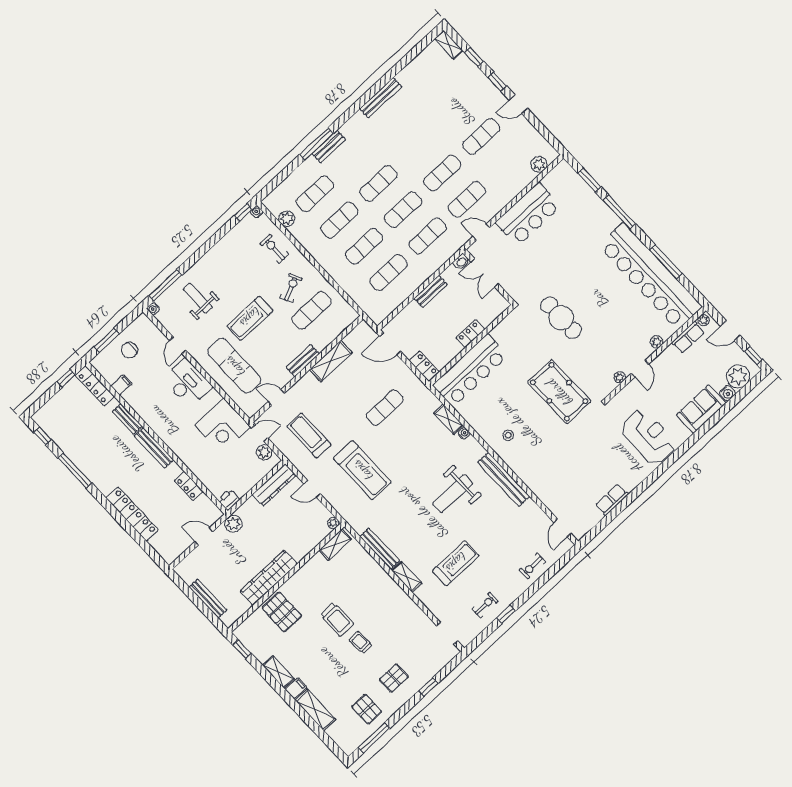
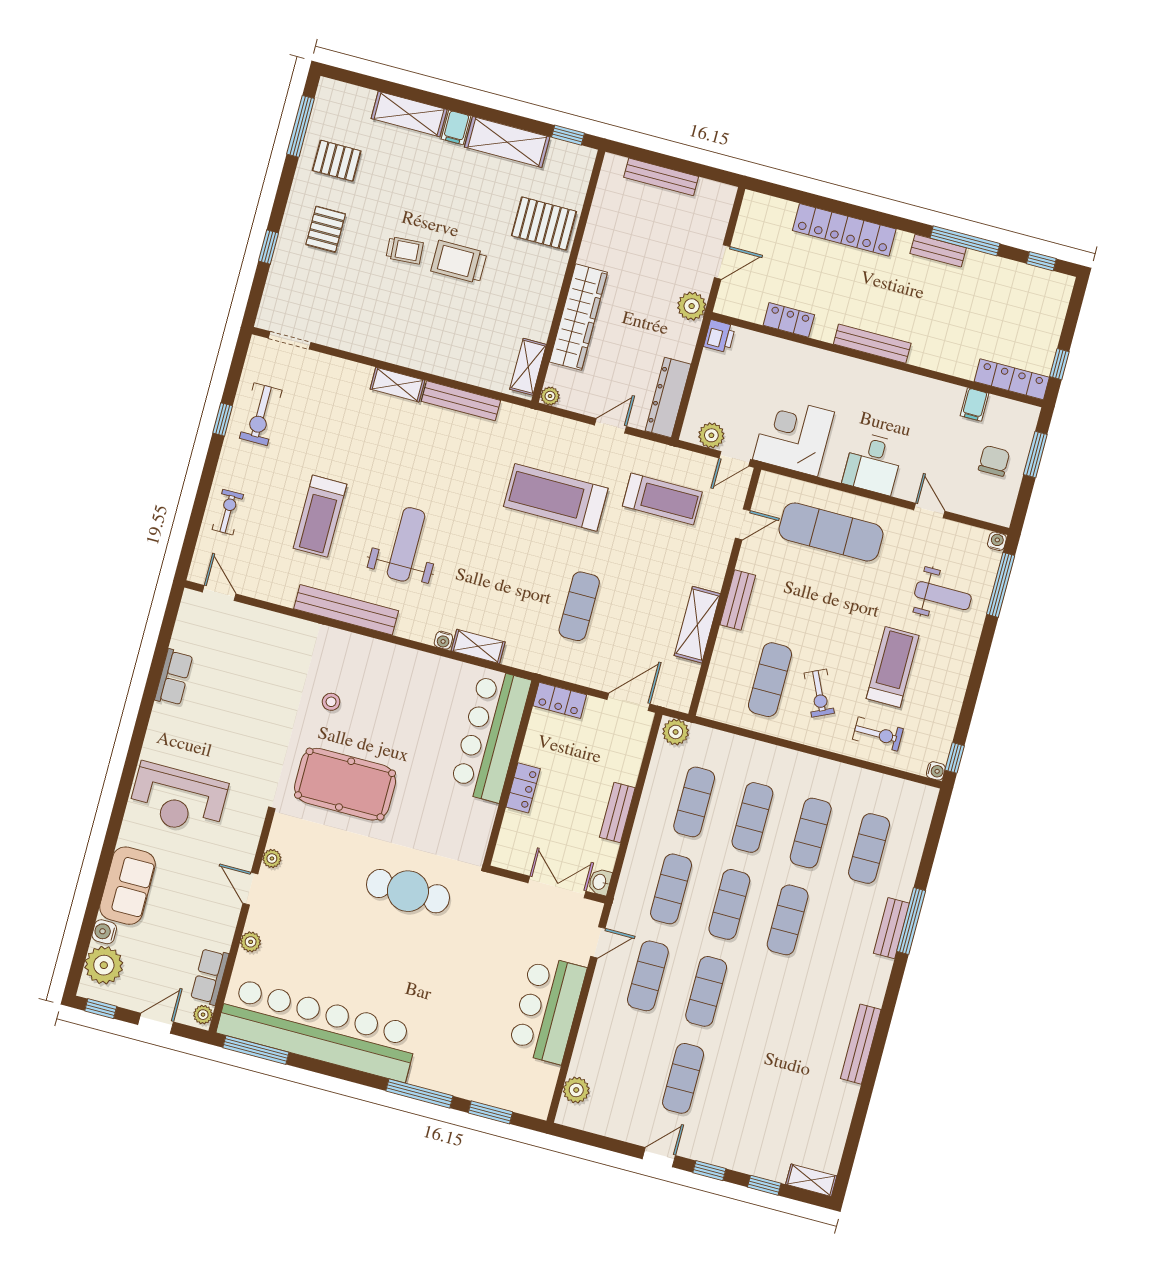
plant: (287, 219) -> (676, 732), moved
window: (666, 262) -> (256, 1050), moved
treadmill: (250, 318) -> (893, 667), moved
desk: (188, 383) -> (873, 463), width x0.73
bench: (127, 419) -> (938, 251), moved
stool: (508, 435) -> (331, 702), moved
treadmill: (456, 563) -> (320, 516), moved
wardrobe: (269, 578) -> (578, 317), moved
exercise bike: (485, 605) -> (261, 414), width x1.38, depth x1.39
shelving: (278, 672) -> (507, 142), width x1.50, depth x1.33

